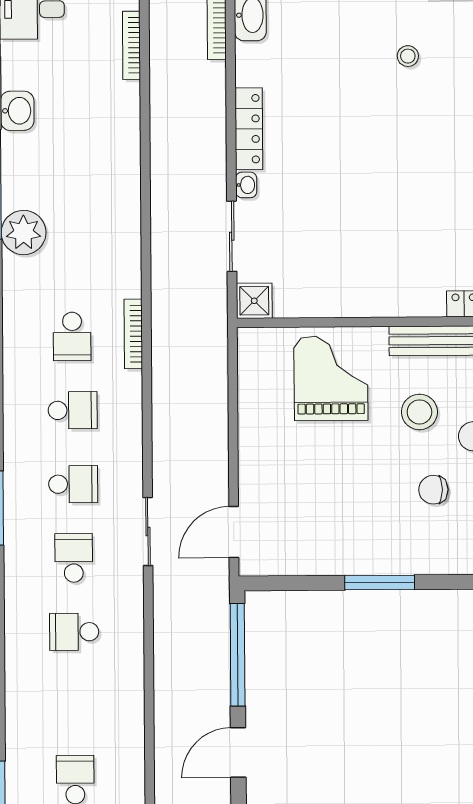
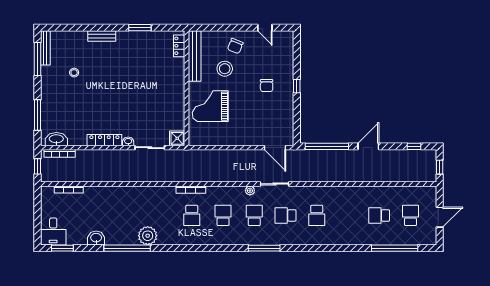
school desk: (72, 336) -> (192, 215), turned 90
plant: (132, 474) -> (250, 191), added
chair: (433, 490) -> (267, 86), moved
window: (380, 582) -> (297, 86), width x0.46
door: (238, 753) -> (368, 146), swing flipped

